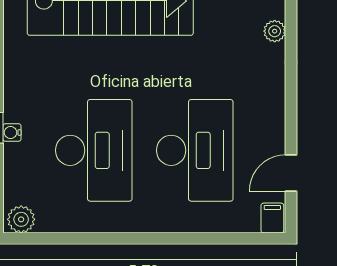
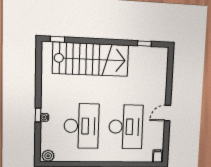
plant: (275, 31) -> (163, 76), removed
door: (291, 173) -> (168, 113), moved

